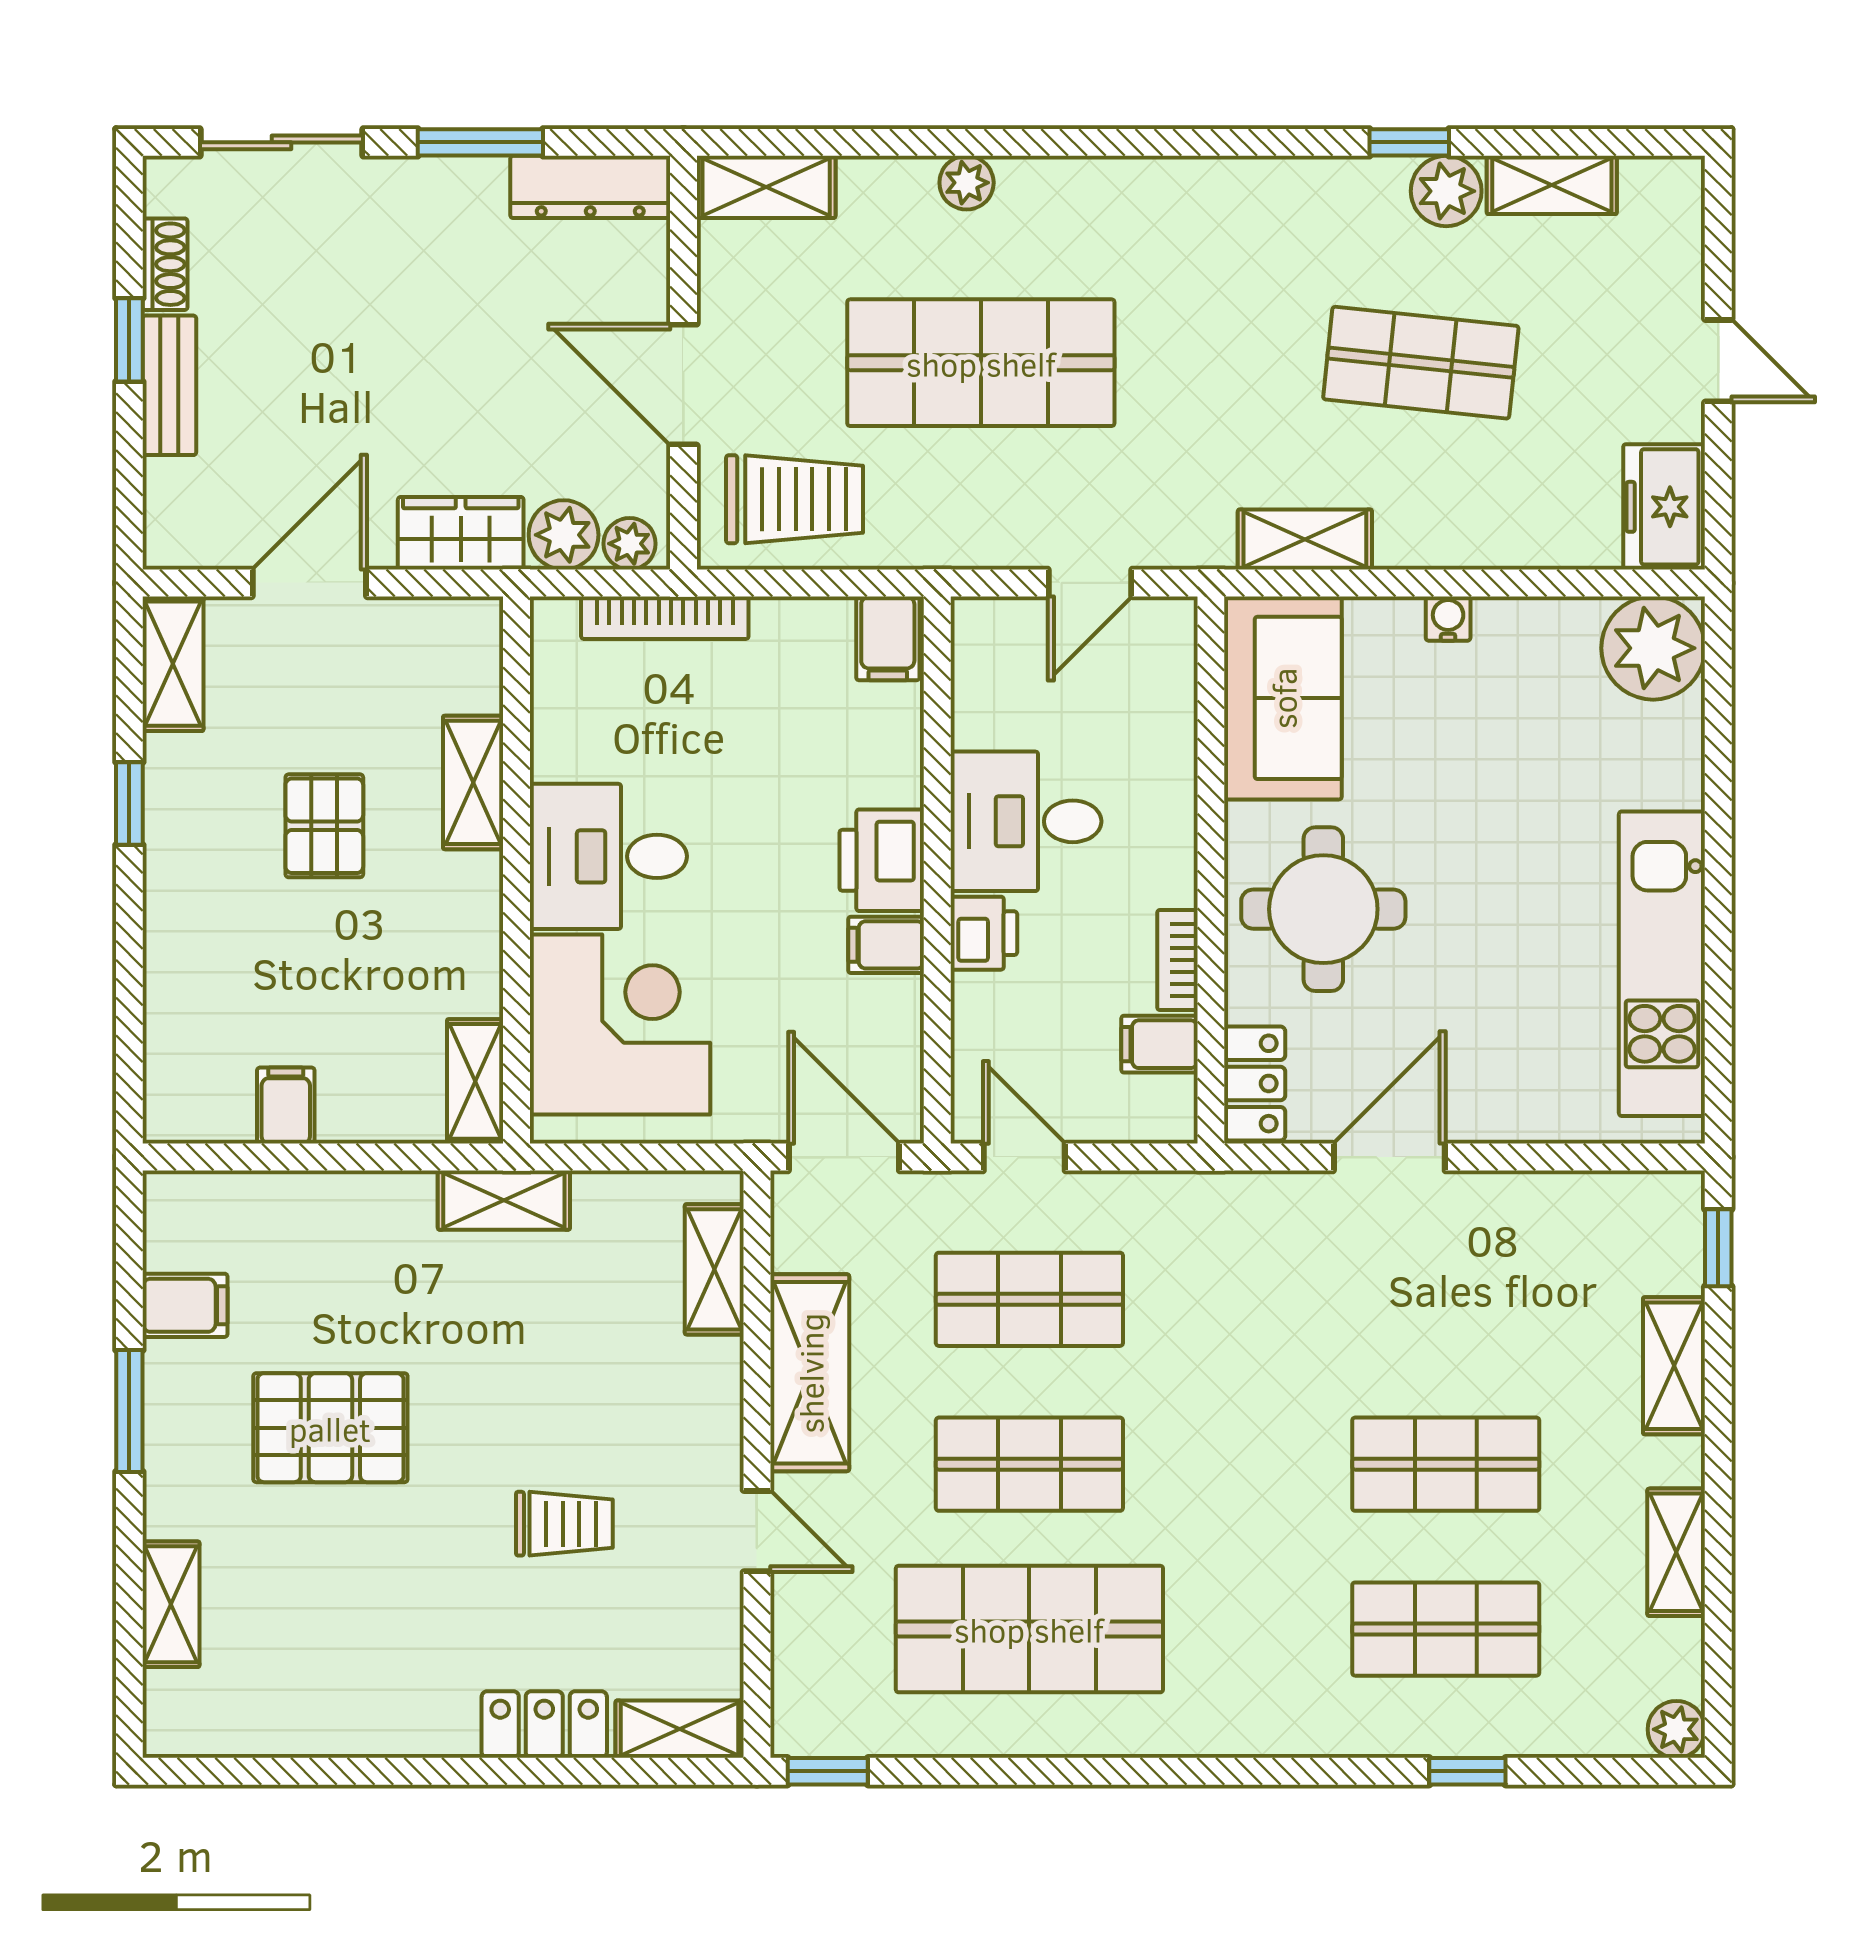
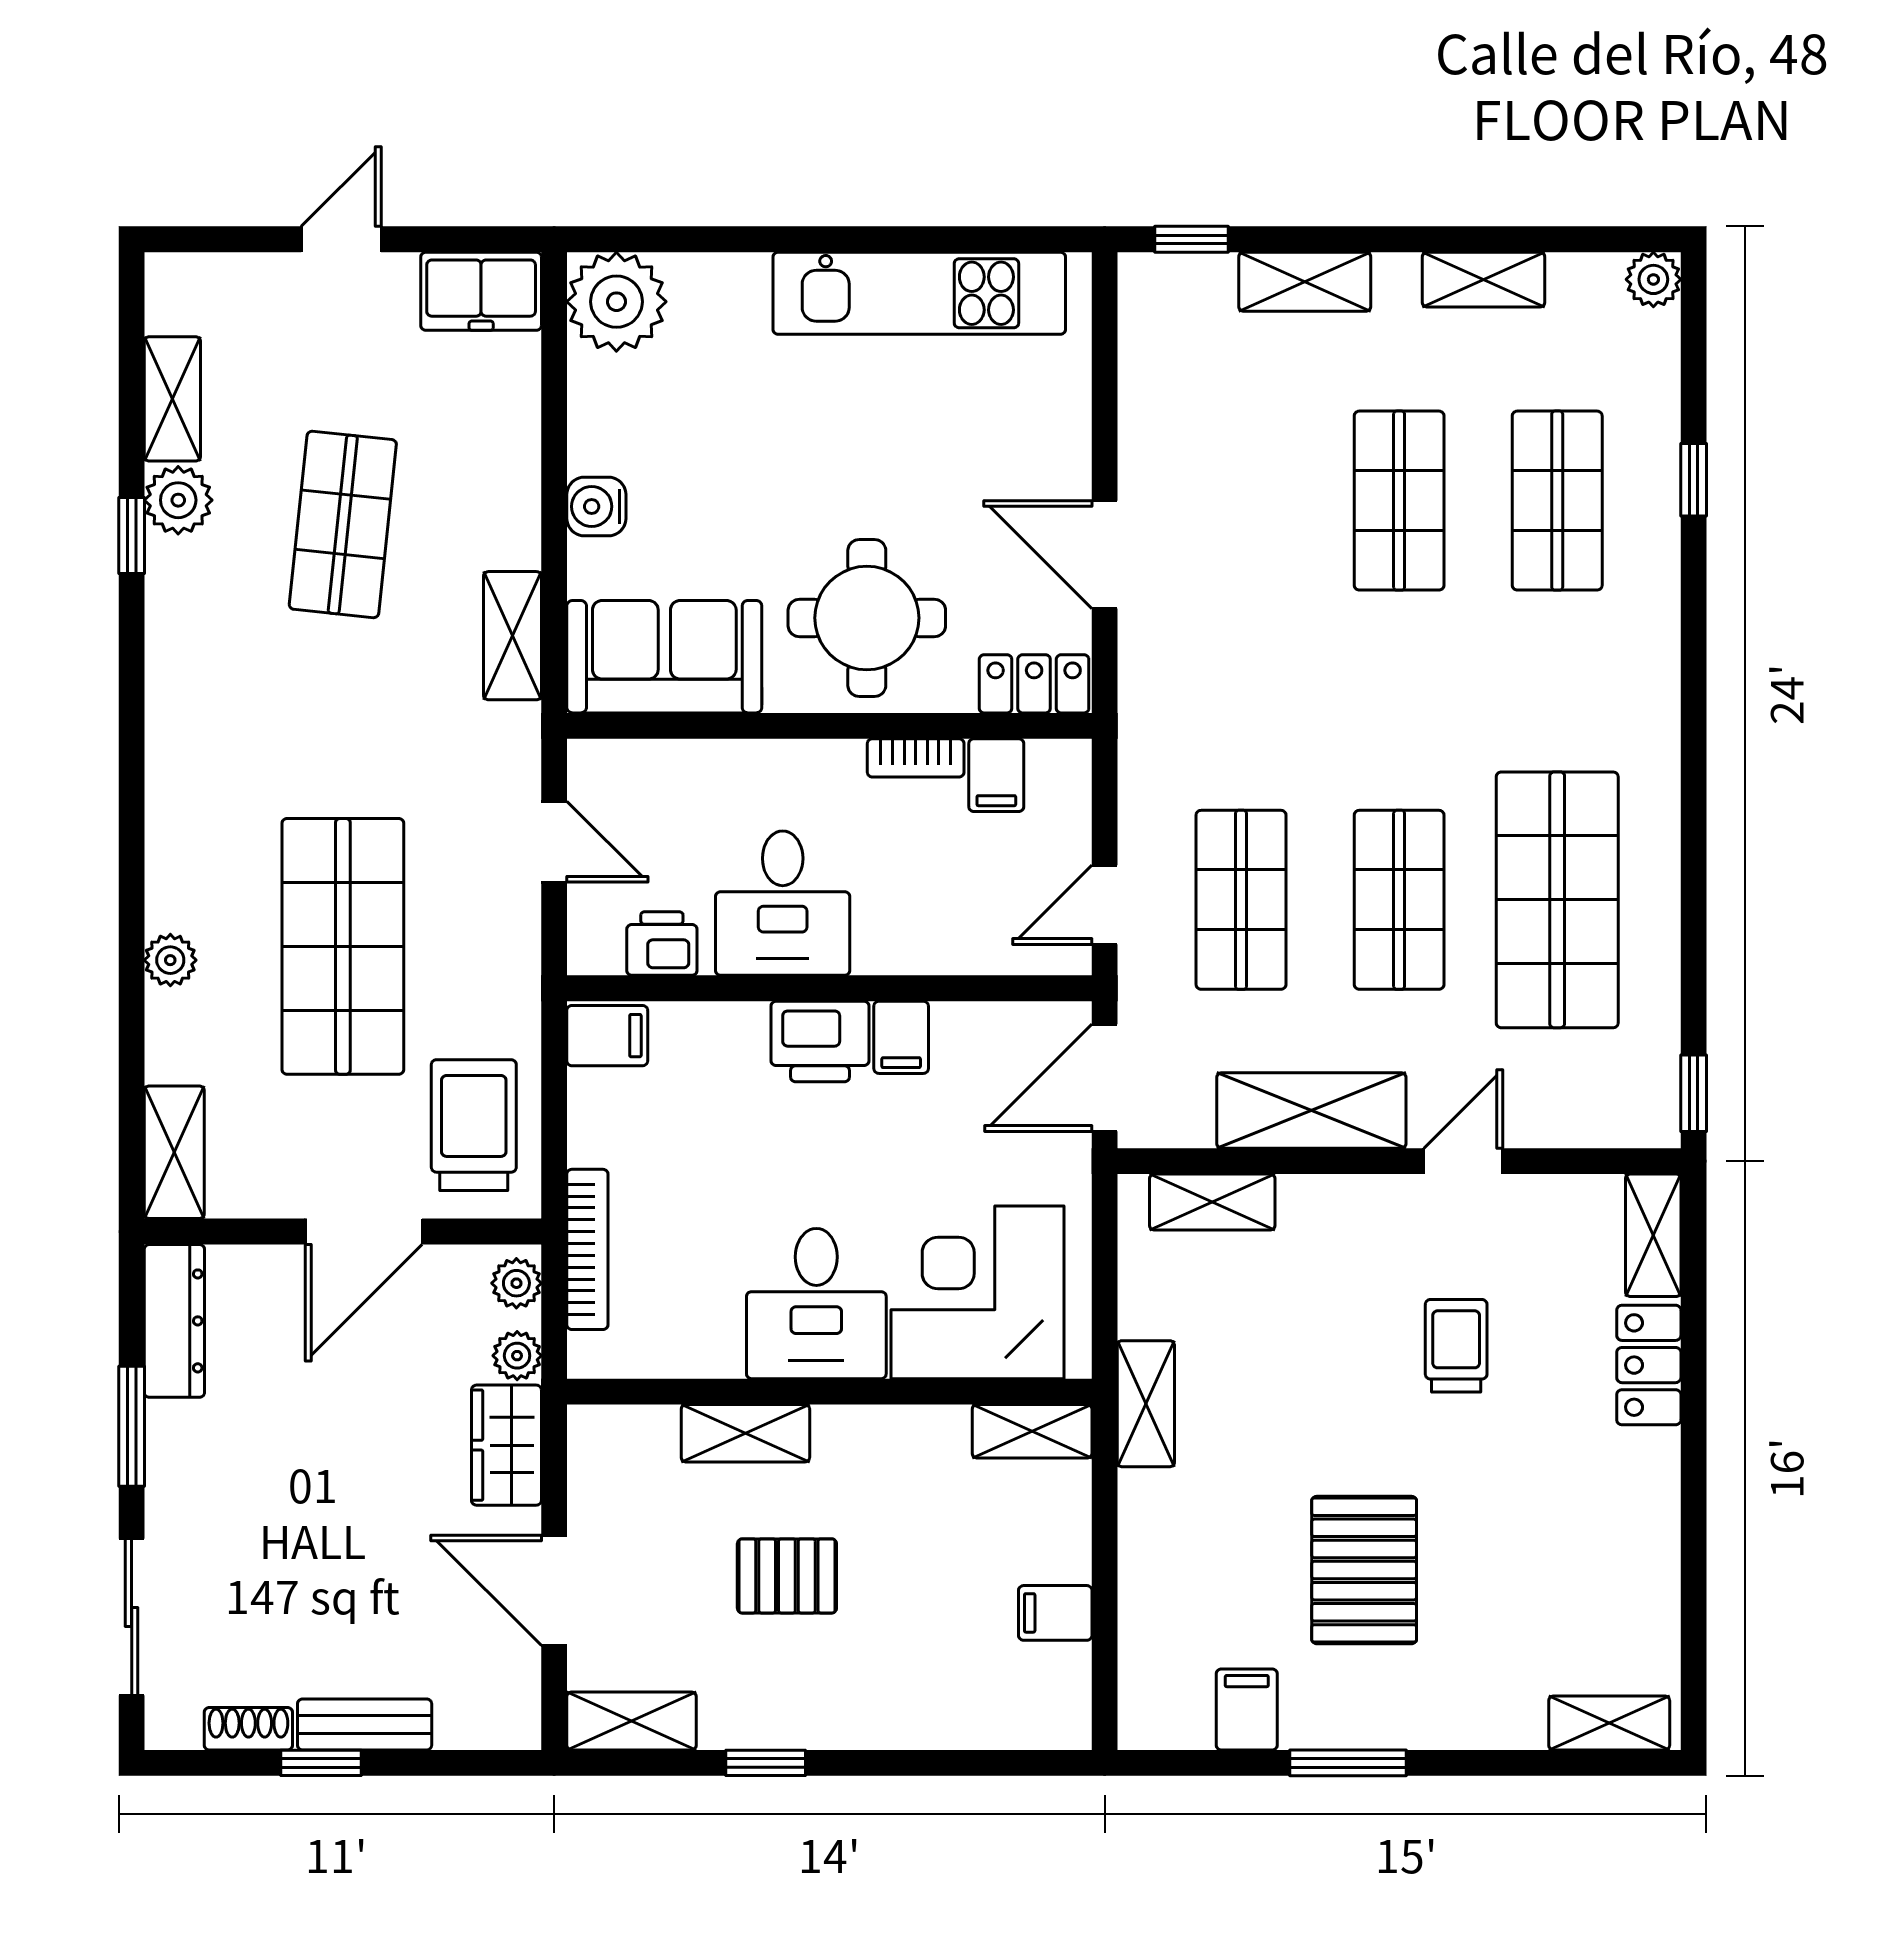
plant: (564, 535) -> (517, 1356), width x0.73, depth x0.73
water cooler: (1448, 619) -> (596, 506), width x1.38, depth x1.38
printer: (984, 933) -> (662, 944), moved
shelving: (171, 1604) -> (1609, 1723), moved

